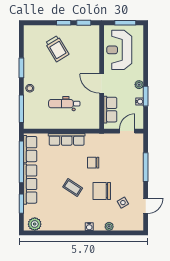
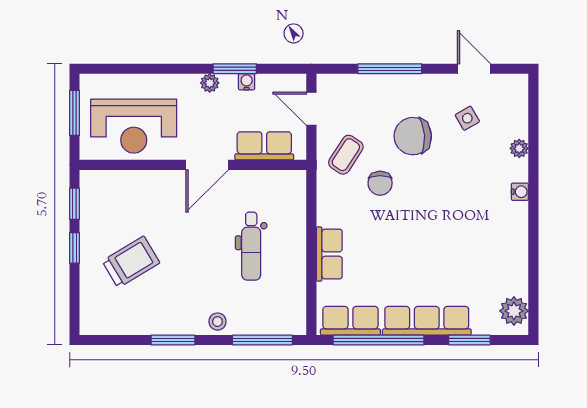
row of seats: (67, 139) -> (329, 254), width x0.68
coffee table: (73, 188) -> (346, 155), moved
chair: (102, 191) -> (413, 136), moved, turned 86

